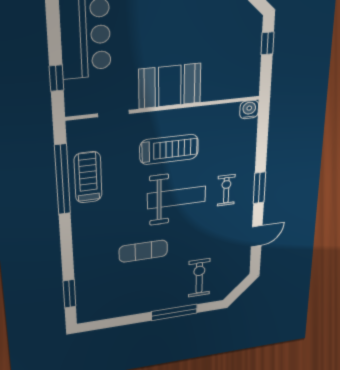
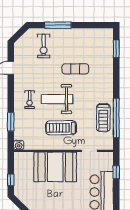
booth: (170, 86) -> (55, 167), width x1.36, depth x1.42
window: (259, 188) -> (11, 122), moved

